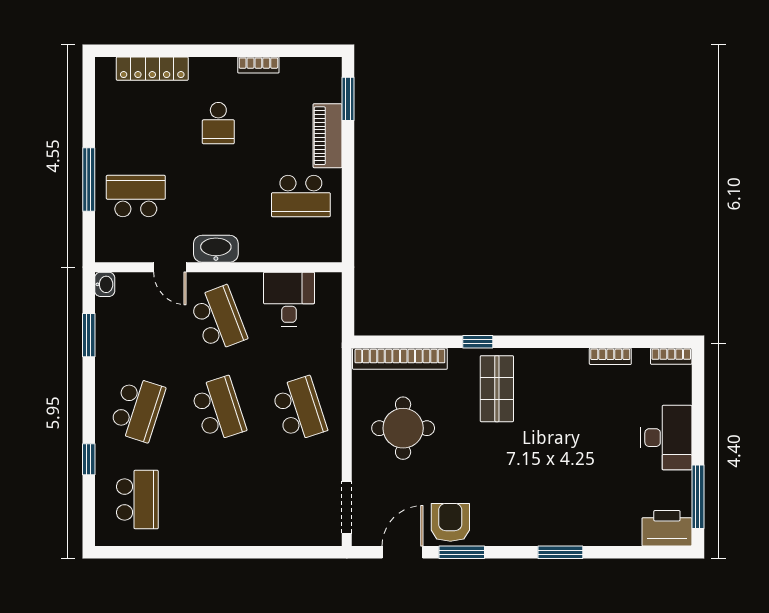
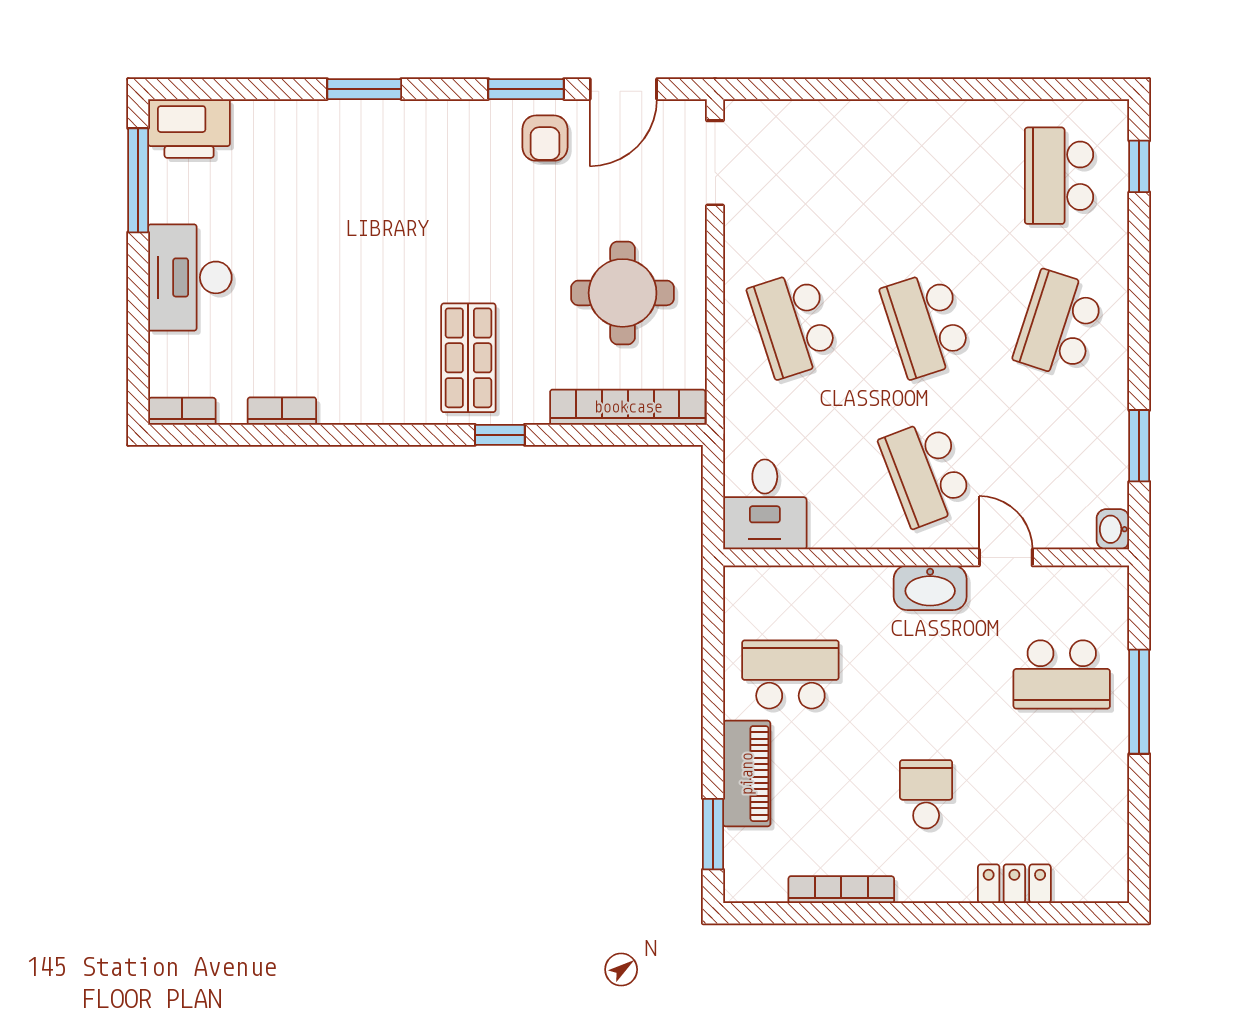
bookcase: (258, 65) -> (841, 890), width x1.56
locker: (152, 69) -> (1014, 884), width x0.66
desk: (289, 299) -> (765, 504), moved
window: (89, 459) -> (1139, 166), moved
armchair: (450, 522) -> (545, 138), width x0.72, depth x0.72

